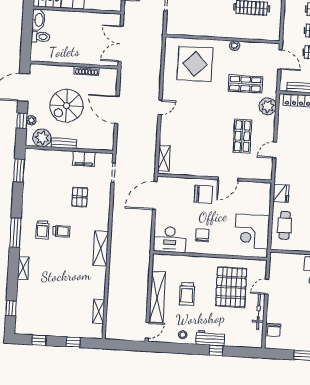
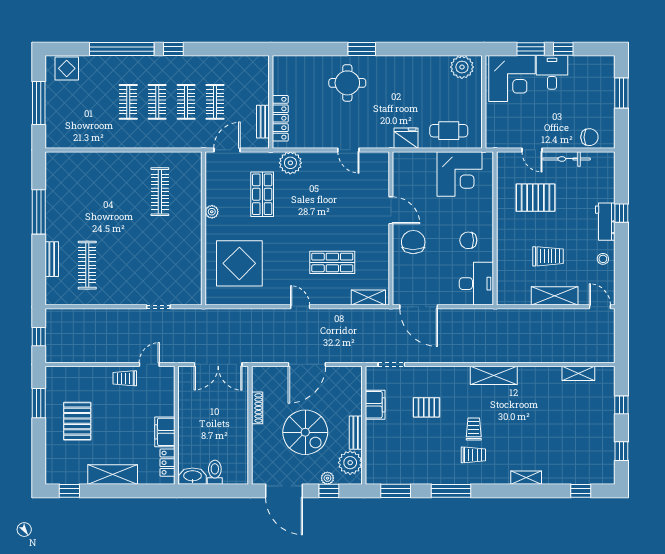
shop shelf: (242, 136) -> (332, 262), moved
window: (15, 233) -> (451, 491), moved
pallet: (231, 287) -> (536, 198), width x0.73, depth x0.71
shelving: (157, 297) -> (555, 296), width x0.68

